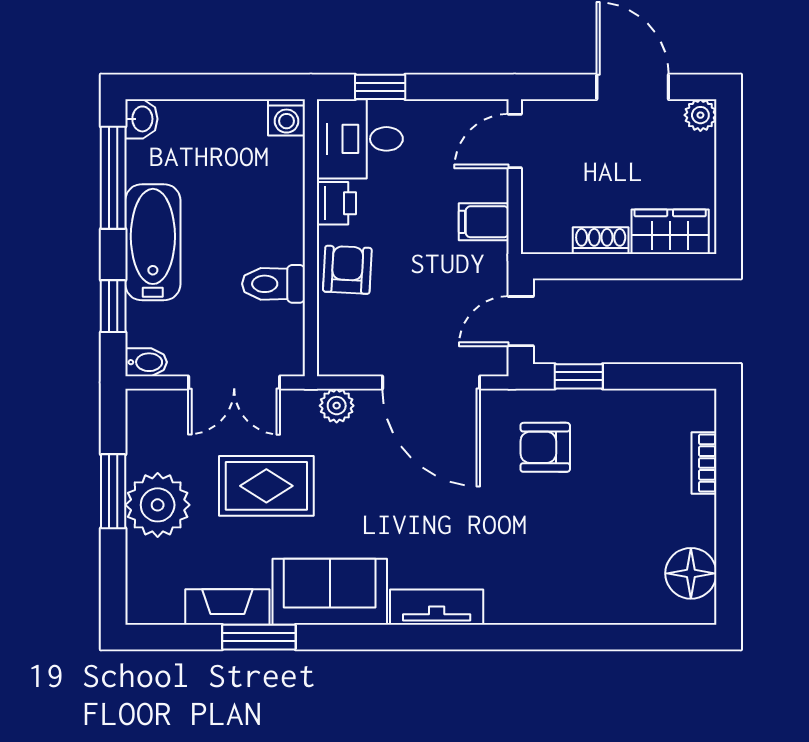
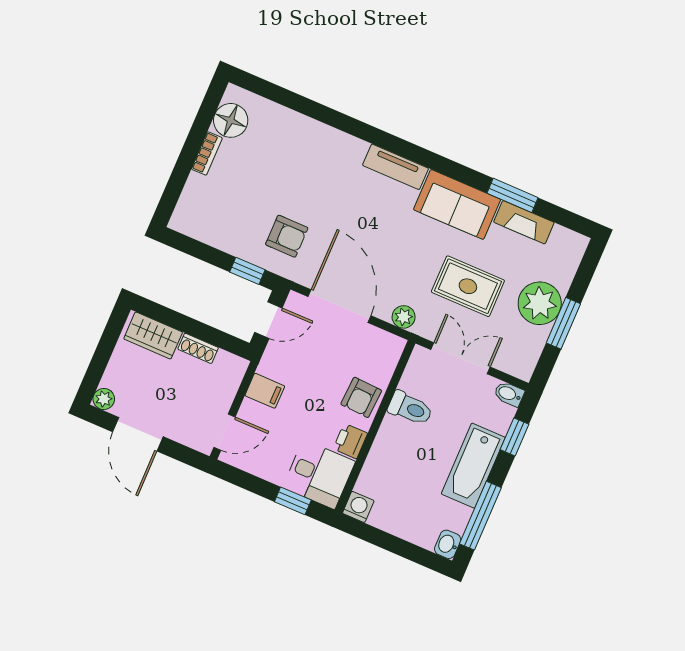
bookcase: (704, 463) -> (207, 153), moved

